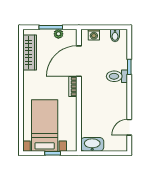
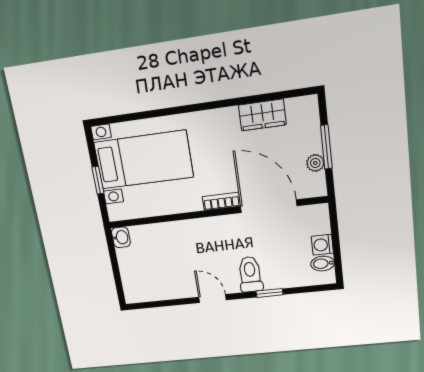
washing machine: (94, 35) -> (322, 245), moved
wardrobe: (30, 53) -> (262, 115), width x0.67
door: (129, 127) -> (212, 299), moved
washbasin: (92, 144) -> (121, 237), width x0.52, depth x0.69

